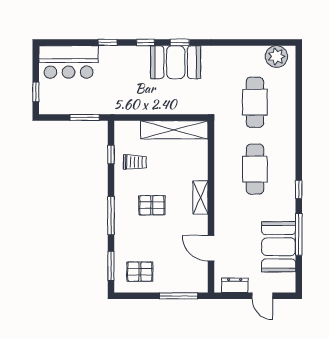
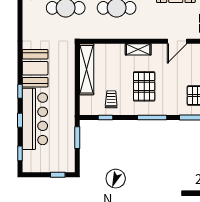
window: (180, 42) -> (20, 153), moved
bar counter: (69, 62) -> (35, 119), moved, width x1.36
pallet: (152, 205) -> (144, 86), width x1.50, depth x1.42

